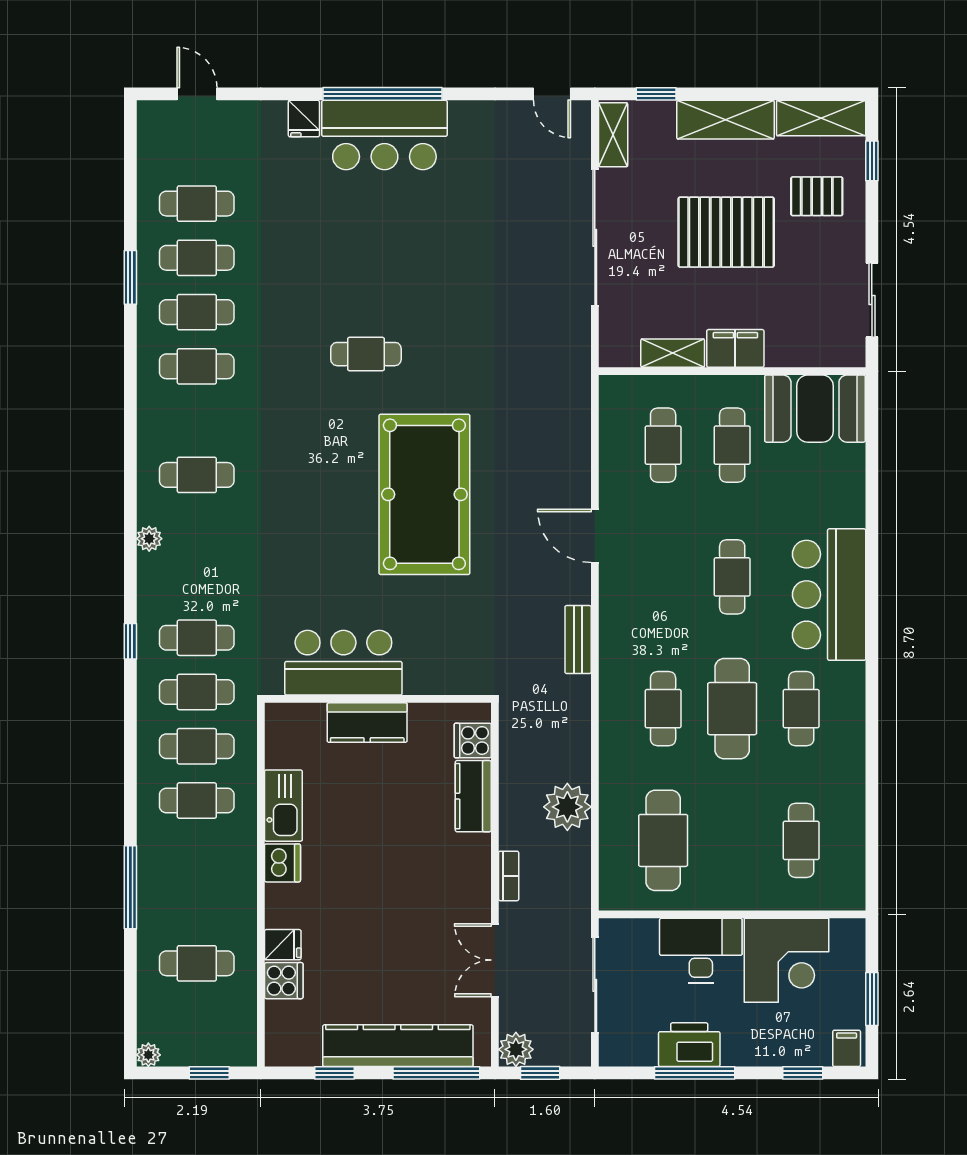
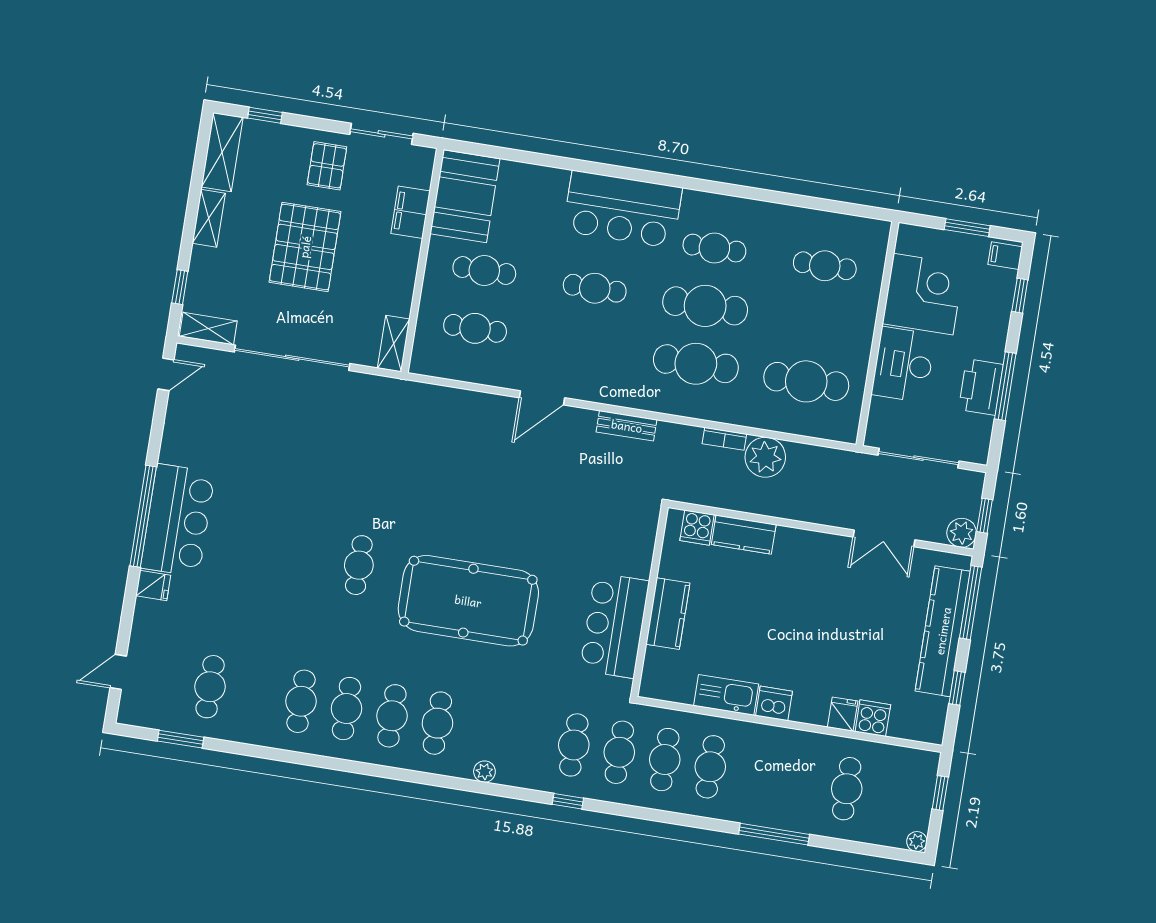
shelving: (725, 120) -> (209, 218), width x0.67, depth x0.75
pallet: (817, 196) -> (327, 166), moved
cafe table: (197, 258) -> (392, 716), moved
window: (130, 277) -> (181, 739), moved
filing cabinet: (735, 348) -> (411, 212), moved
shelving: (673, 353) -> (394, 344), moved
pool table: (424, 494) -> (468, 601), moved
cafe table: (663, 709) -> (696, 364), width x1.37, depth x1.35
bookcase: (509, 876) -> (724, 439), moved, turned 180

